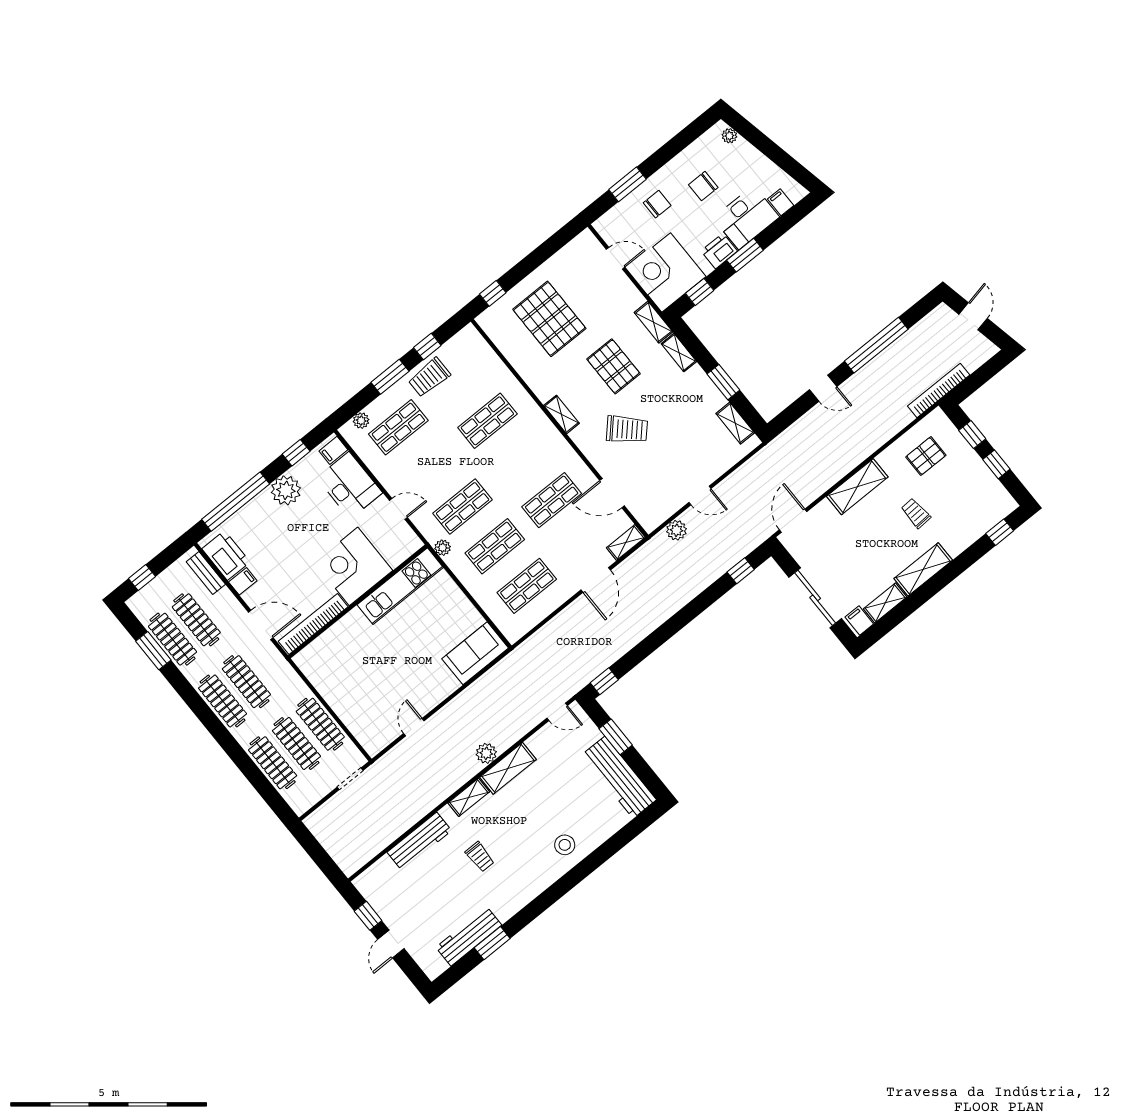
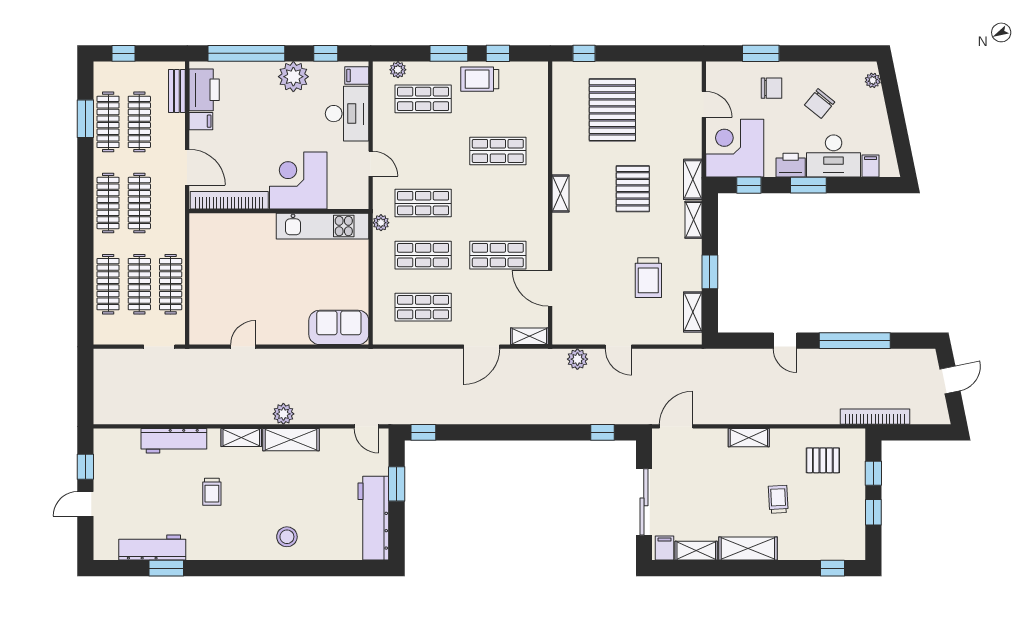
chair: (703, 186) -> (820, 103), turned -51
trolley: (627, 429) -> (648, 278), moved, turned 47
shelving: (857, 487) -> (749, 438), width x0.67, depth x0.75

